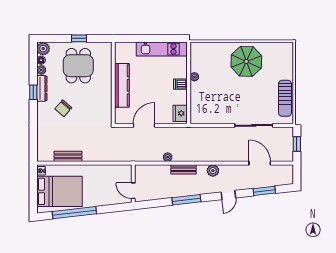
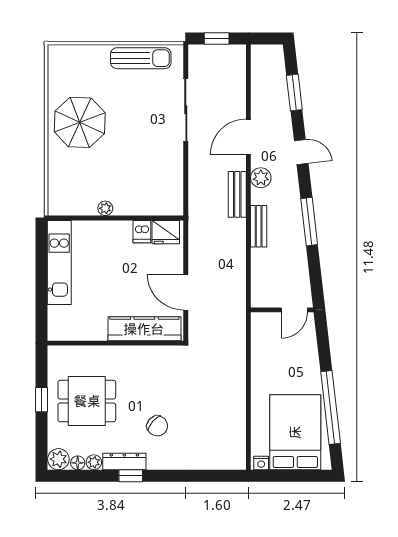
dishwasher: (180, 84) -> (142, 232), moved
kitchen counter: (122, 85) -> (144, 329), moved
bench: (68, 156) -> (237, 194), moved
plant: (168, 157) -> (238, 253), removed
door: (260, 163) -> (248, 137), moved

